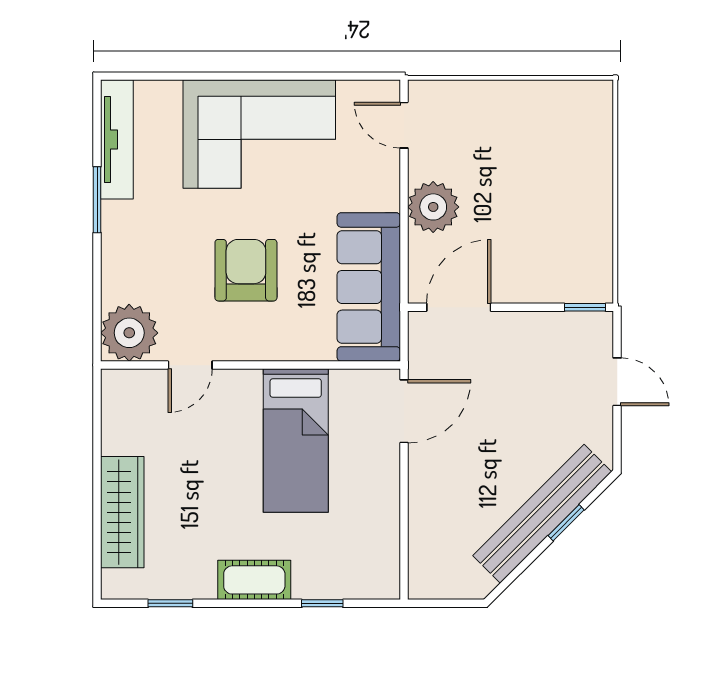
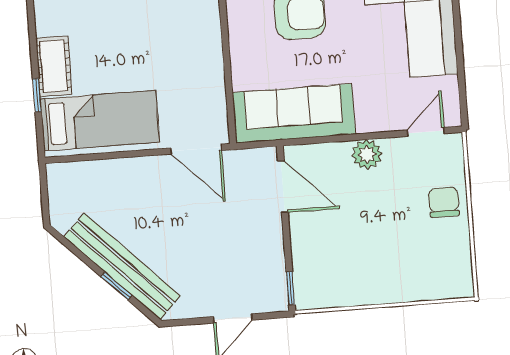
chair: (493, 109) -> (444, 202), added
plant: (433, 207) -> (367, 154), width x0.73, depth x0.73
bed: (296, 441) -> (100, 121), moved, turned 180
cot: (254, 580) -> (54, 66), moved

